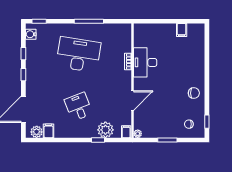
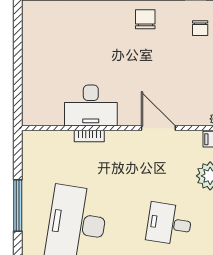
filing cabinet: (182, 30) -> (33, 41), removed
desk: (78, 107) -> (169, 224), turned 30

